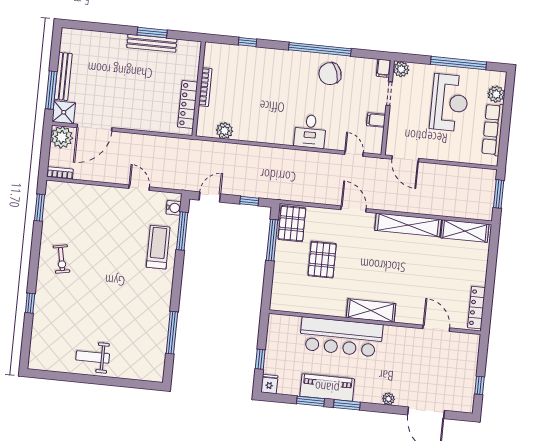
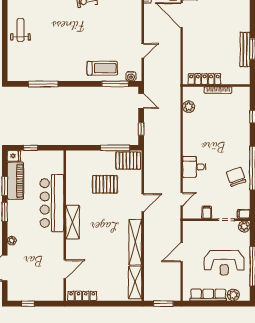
door: (405, 159) -> (182, 252), moved
piano: (327, 388) -> (15, 181), moved

